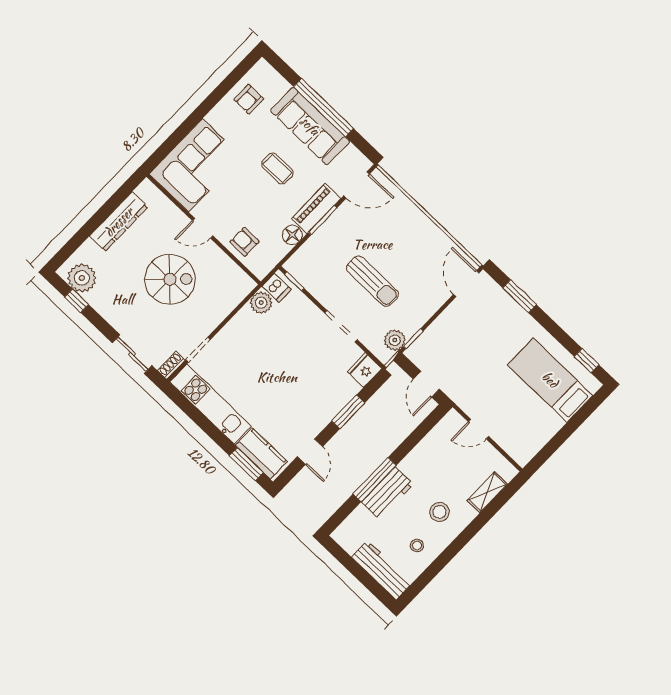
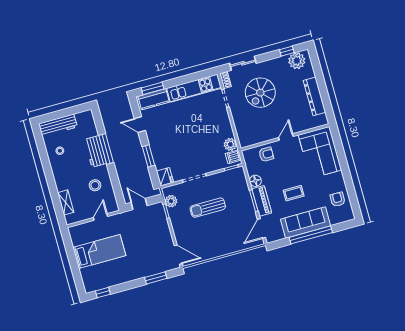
spiral stairs: (170, 279) -> (260, 93), moved
bed: (550, 380) -> (99, 252), moved
stool: (439, 512) -> (95, 185), moved

